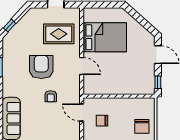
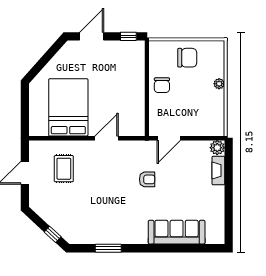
rug: (59, 34) -> (64, 169), width x0.73, depth x0.70
armchair: (41, 67) -> (108, 192), removed
chair: (102, 121) -> (162, 85), moved

